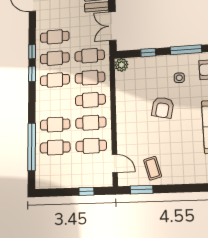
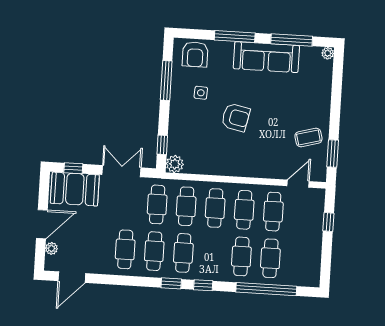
double door: (112, 26) -> (121, 171), swing flipped
window: (32, 52) -> (203, 285), moved
window: (148, 53) -> (162, 145), moved

